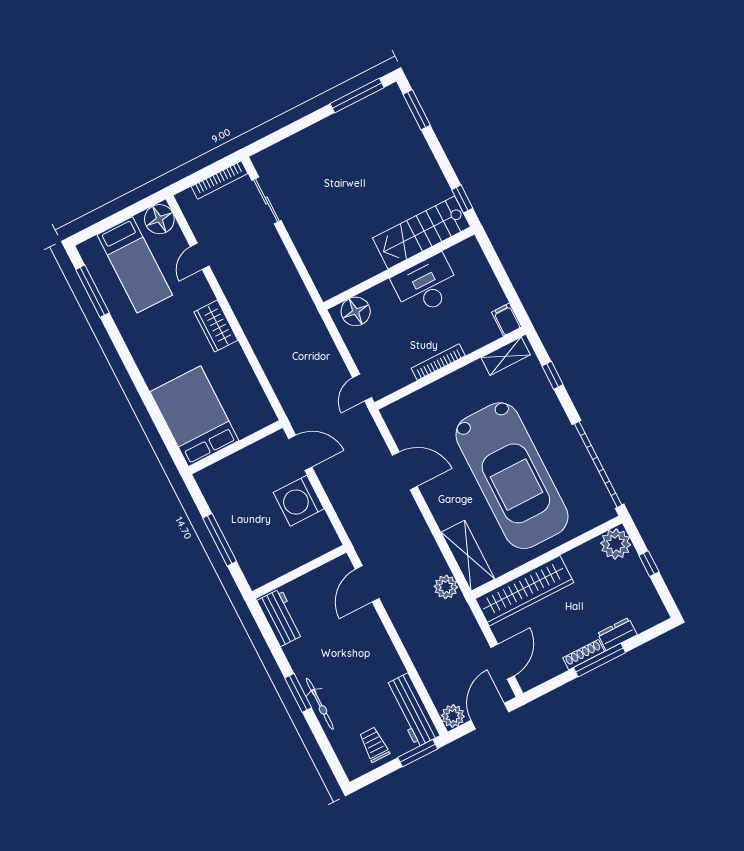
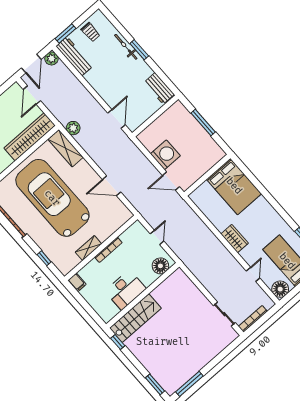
shelving: (506, 356) -> (88, 248), moved
door: (362, 388) -> (157, 237), moved

